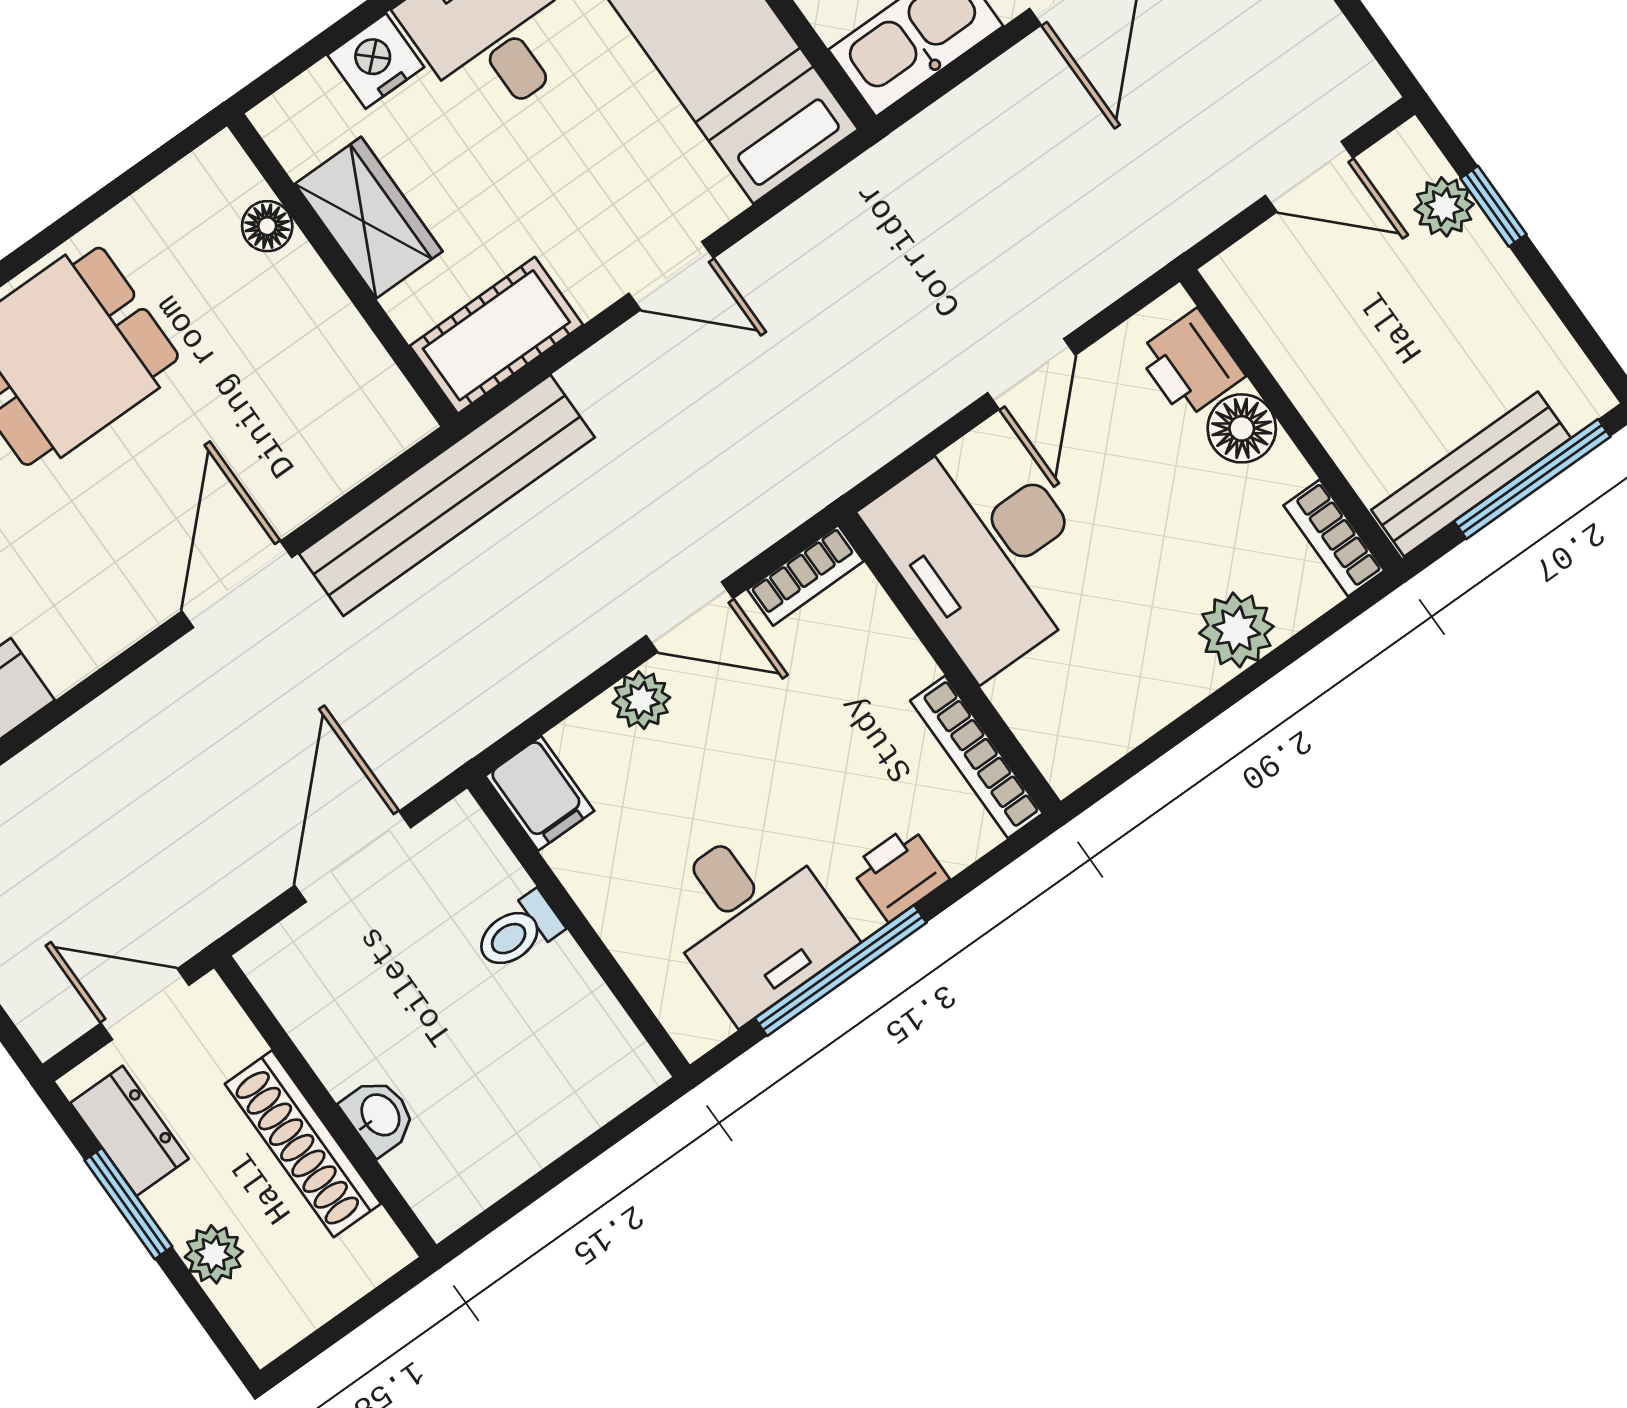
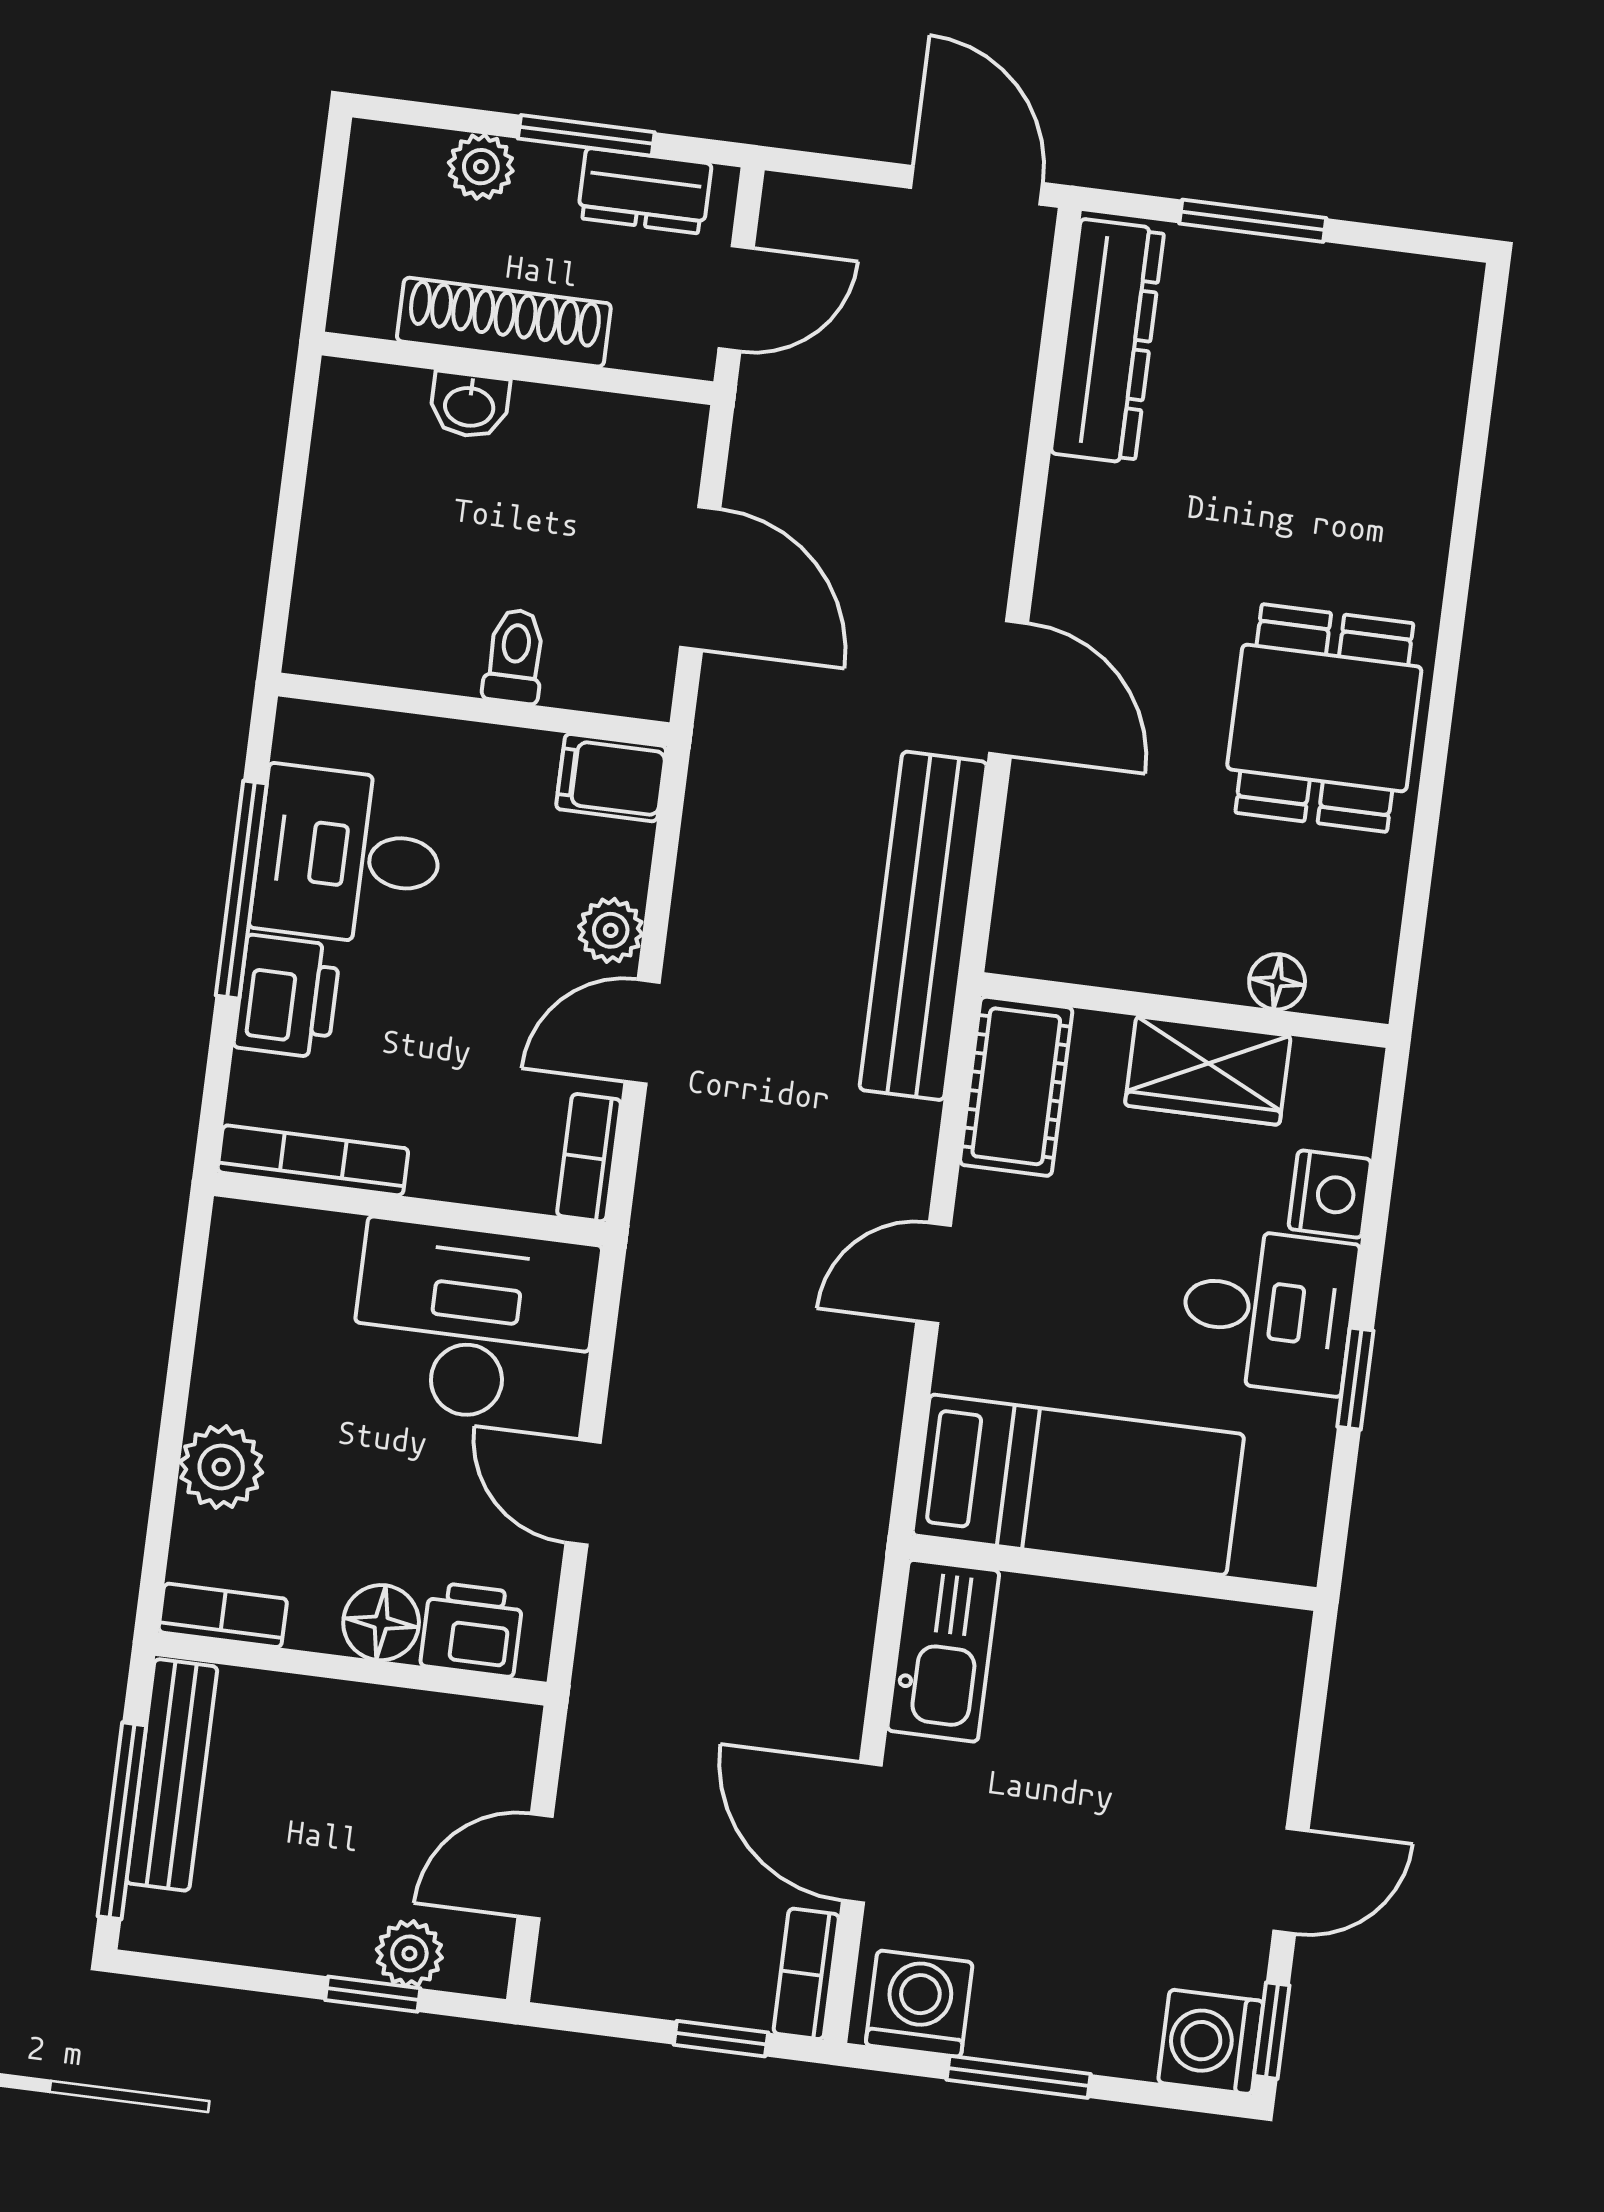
printer: (899, 873) -> (287, 996), width x1.36, depth x1.24

